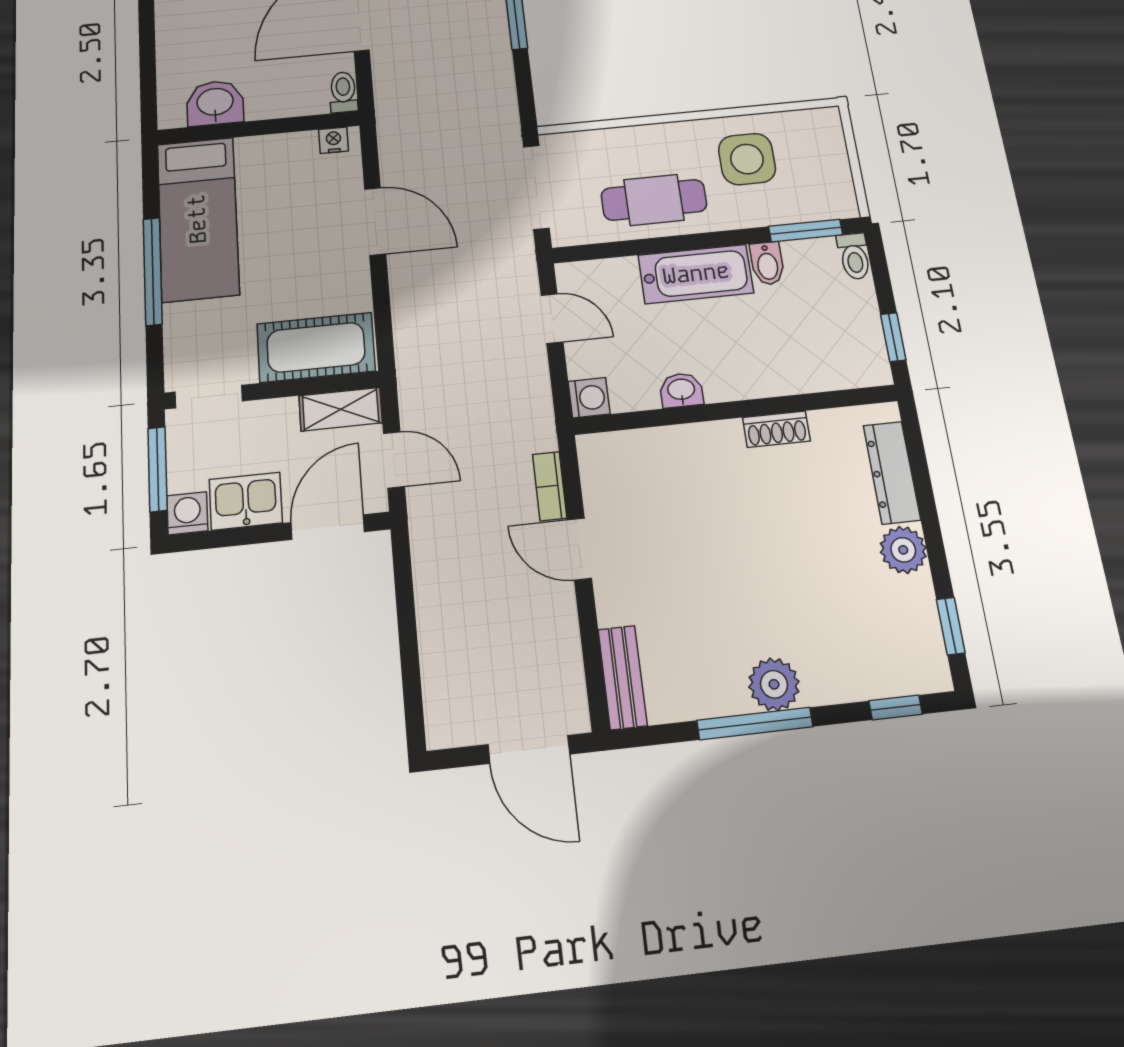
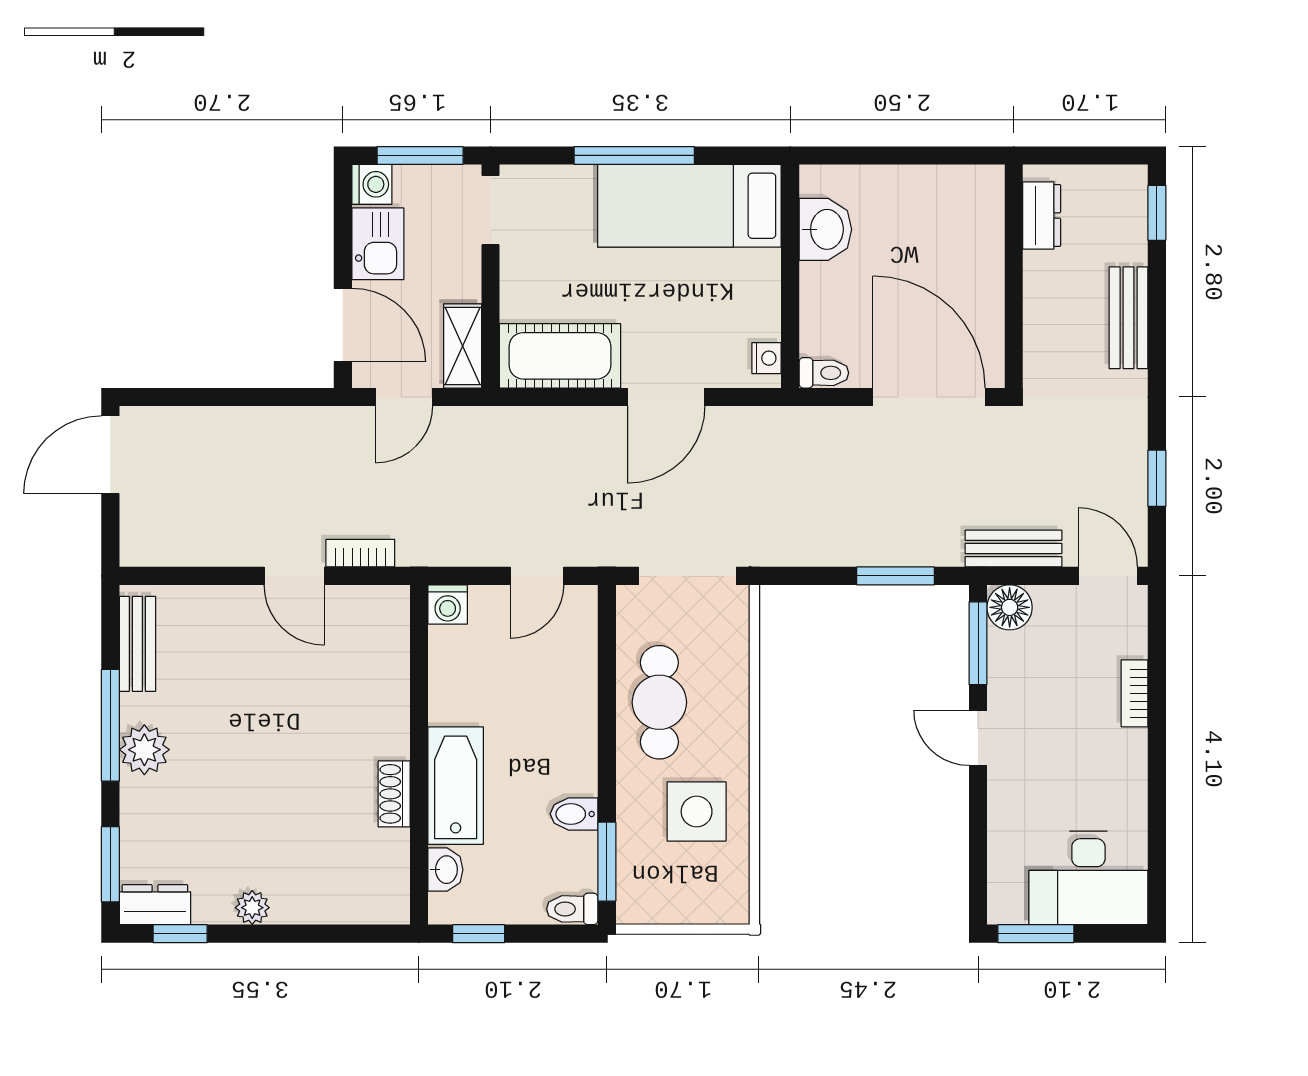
bathtub: (696, 274) -> (456, 786), moved, turned 180
cot: (316, 347) -> (560, 356), moved, turned 90
washbasin: (681, 390) -> (445, 870), moved
dresser: (892, 472) -> (155, 905), moved, width x0.70
door: (579, 549) -> (294, 576), swing flipped
plant: (903, 550) -> (252, 908), width x0.73, depth x0.73
bench: (622, 677) -> (137, 644), moved, turned 90
window: (896, 707) -> (110, 864), width x1.50
door: (529, 749) -> (110, 455), moved

